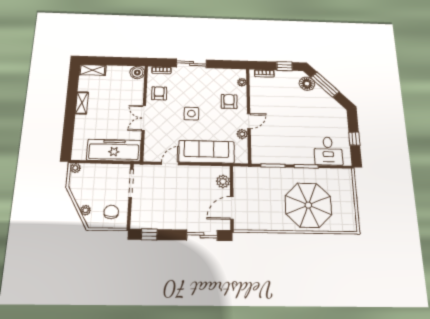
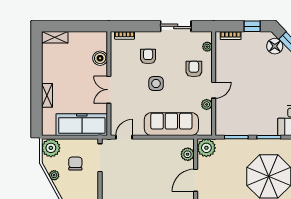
sliding door: (192, 63) -> (176, 26), moved
boiler: (137, 72) -> (100, 58), moved
armchair: (159, 93) -> (148, 56), moved
shelving: (82, 103) -> (47, 95), moved
door: (170, 163) -> (124, 137), moved
plant: (75, 168) -> (51, 148), width x1.88, depth x1.88
plant: (243, 175) -> (206, 148), added
plant: (85, 210) -> (54, 175), moved
chair: (111, 212) -> (75, 164), moved

